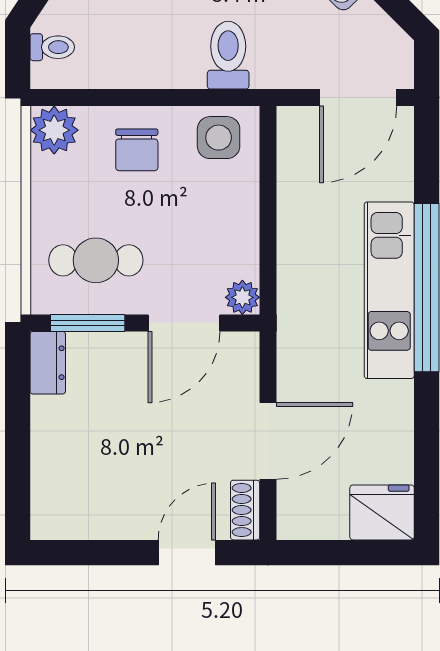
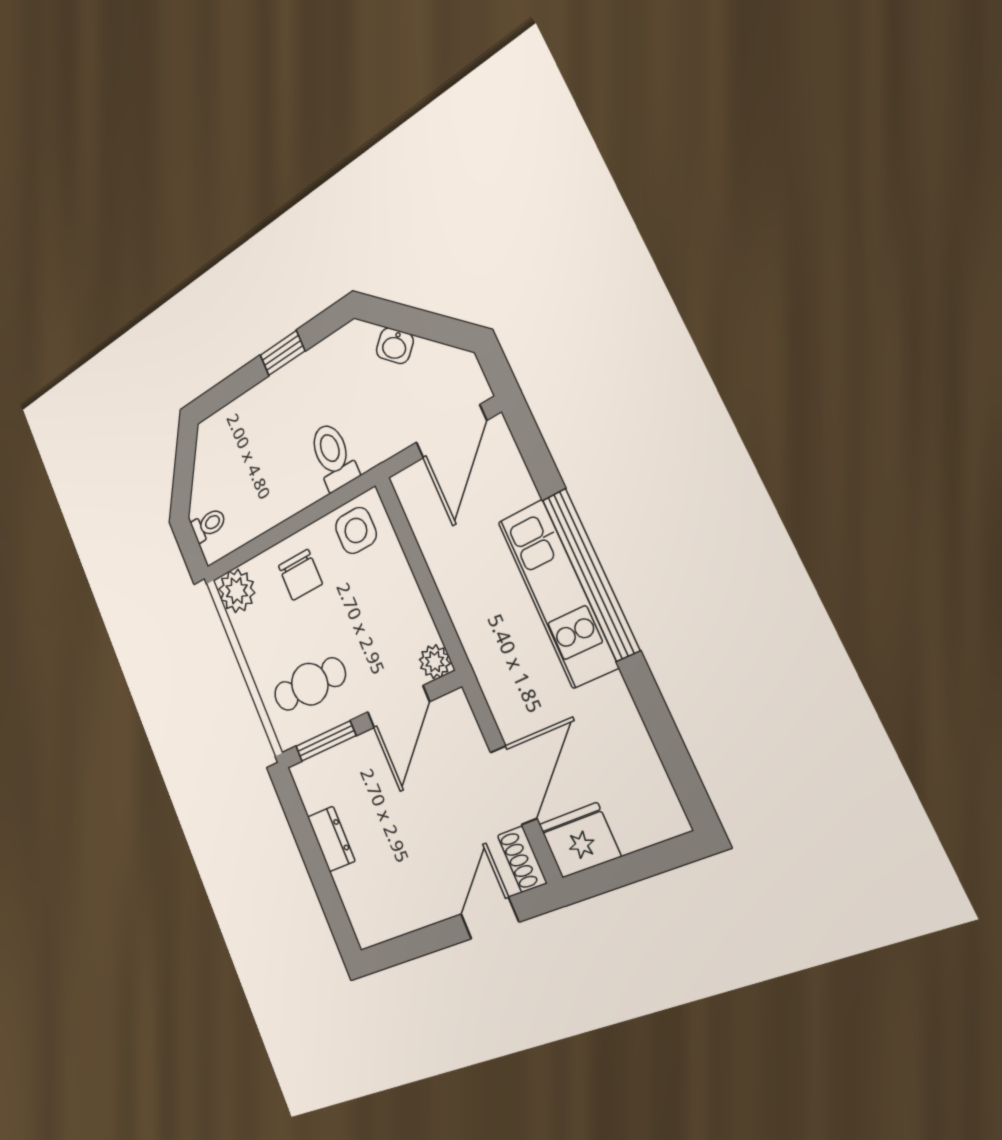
dresser: (48, 363) -> (331, 839), moved
fridge: (382, 512) -> (580, 840), moved

